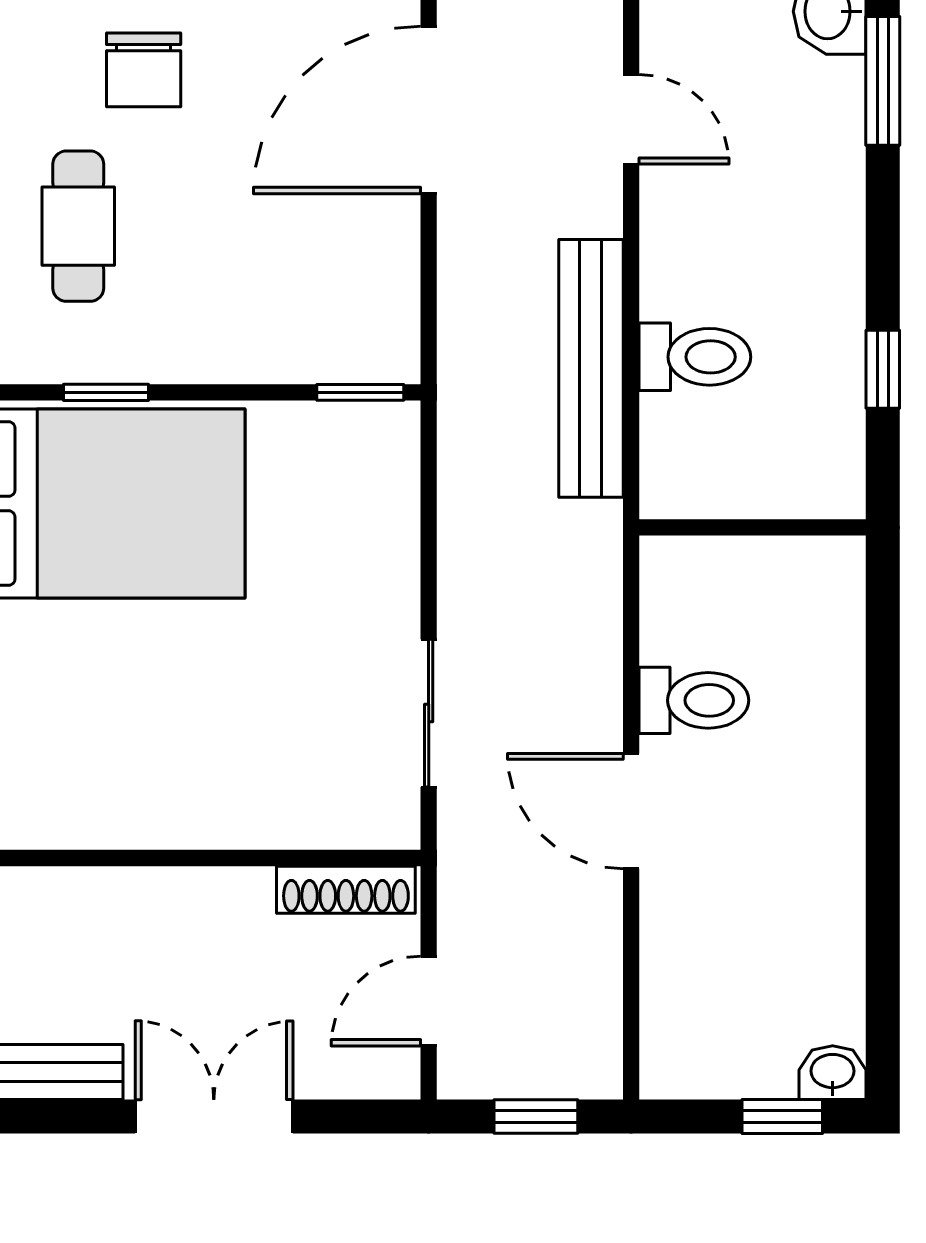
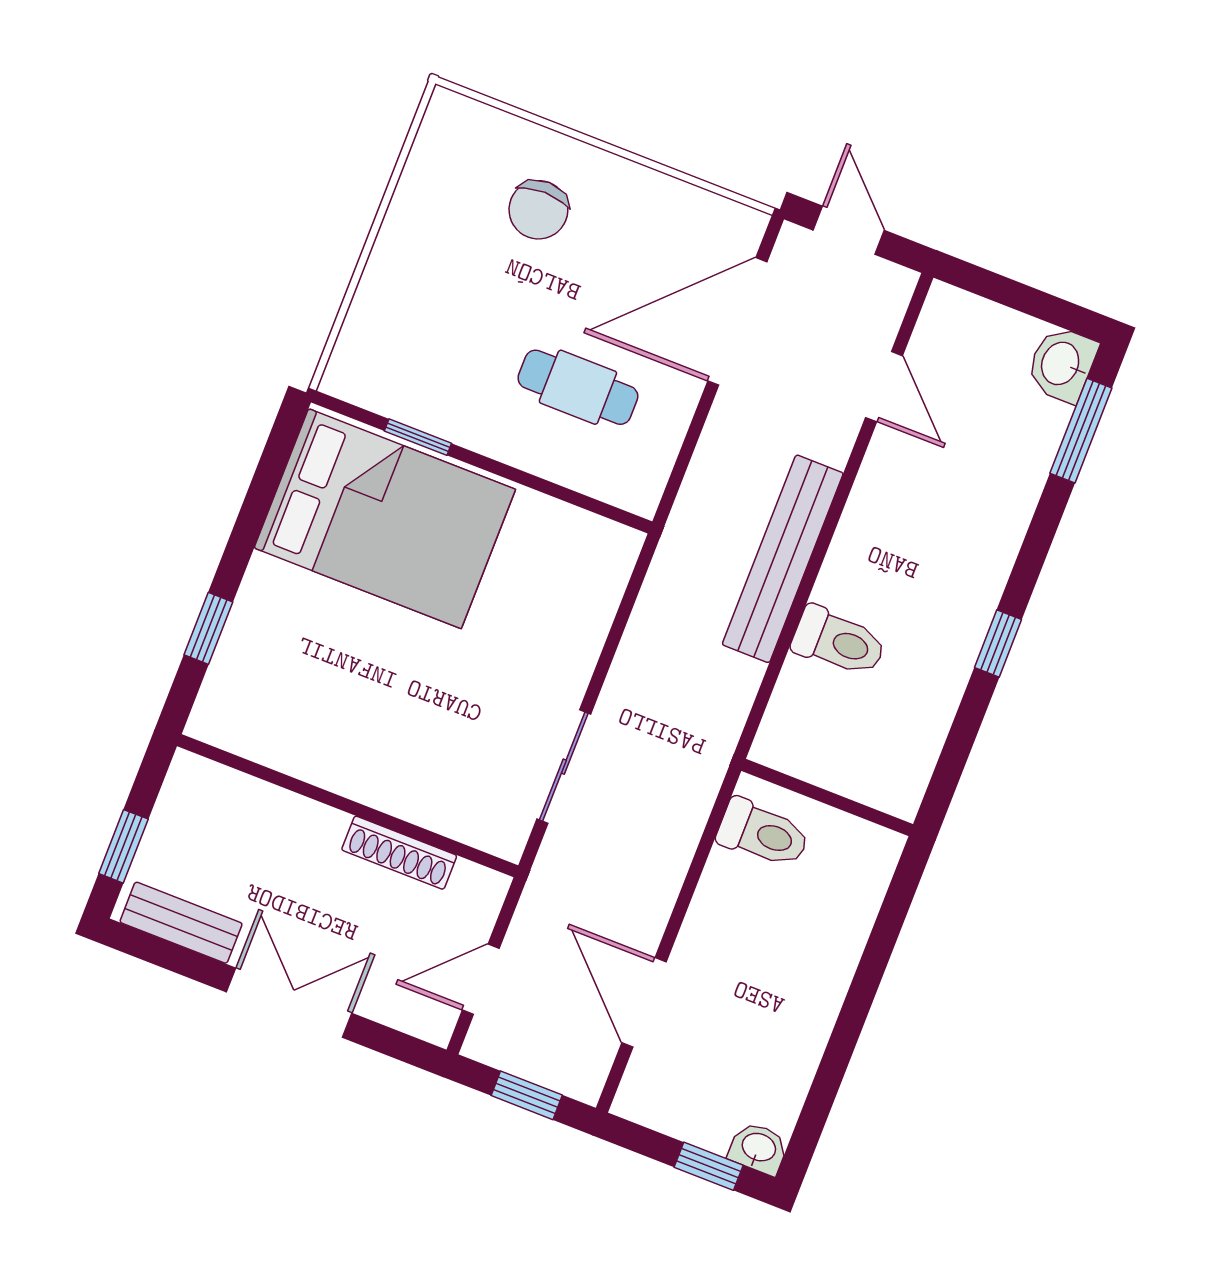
cafe table: (78, 226) -> (578, 387), moved, turned 90
toilet: (695, 357) -> (839, 642), moved
window: (360, 392) -> (606, 510), removed
wall: (753, 527) -> (827, 798), moved
door: (631, 811) -> (644, 1002), moved
shoe rack: (346, 890) -> (399, 853), moved

